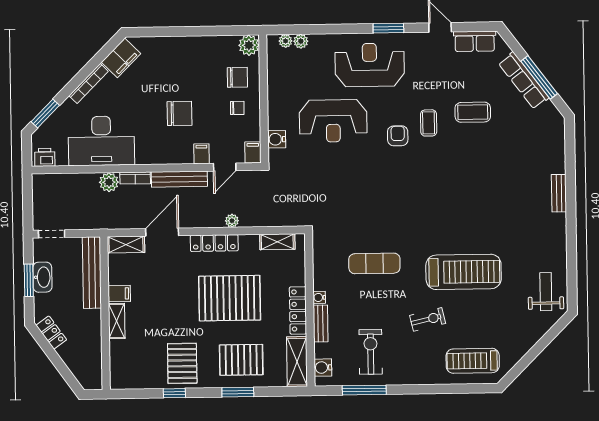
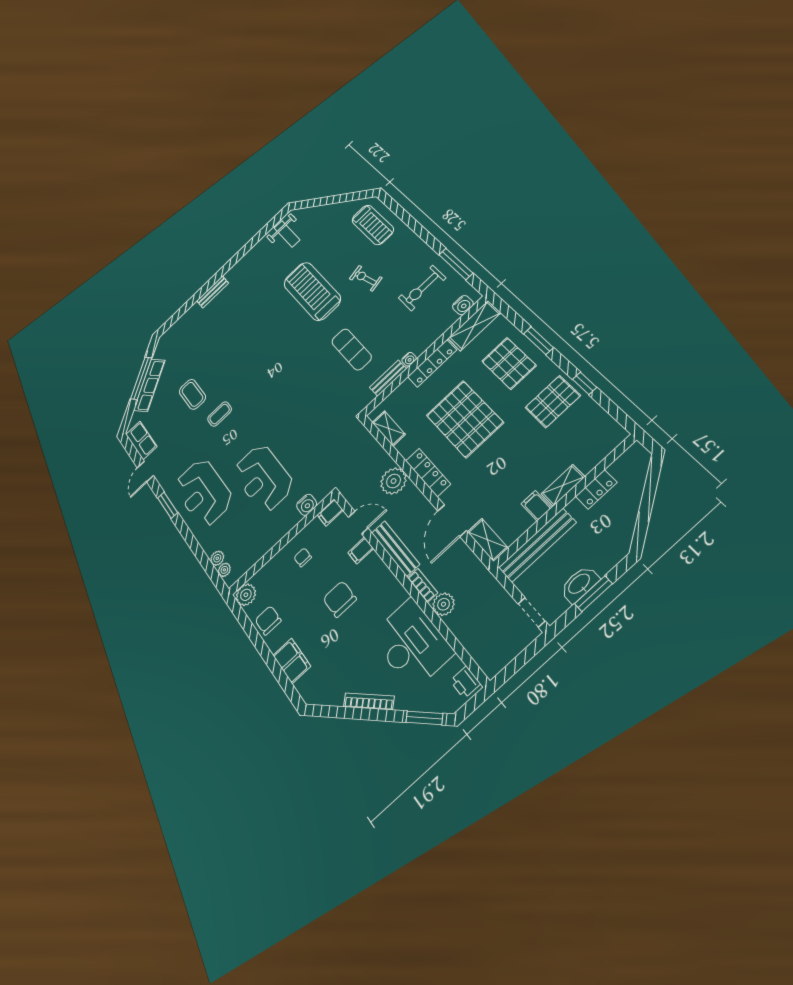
filing cabinet: (121, 58) -> (292, 661), moved, turned 45
chair: (237, 77) -> (268, 620), moved
reception desk: (333, 121) -> (263, 478), turned 180
armchair: (398, 136) -> (243, 425), removed
plant: (232, 221) -> (394, 481), width x1.87, depth x1.87
door: (162, 232) -> (452, 521), hinge flipped
weight bench: (546, 292) -> (287, 234), turned -90
bench: (321, 323) -> (388, 378), moved
locker: (51, 333) -> (596, 489), moved, turned -144

